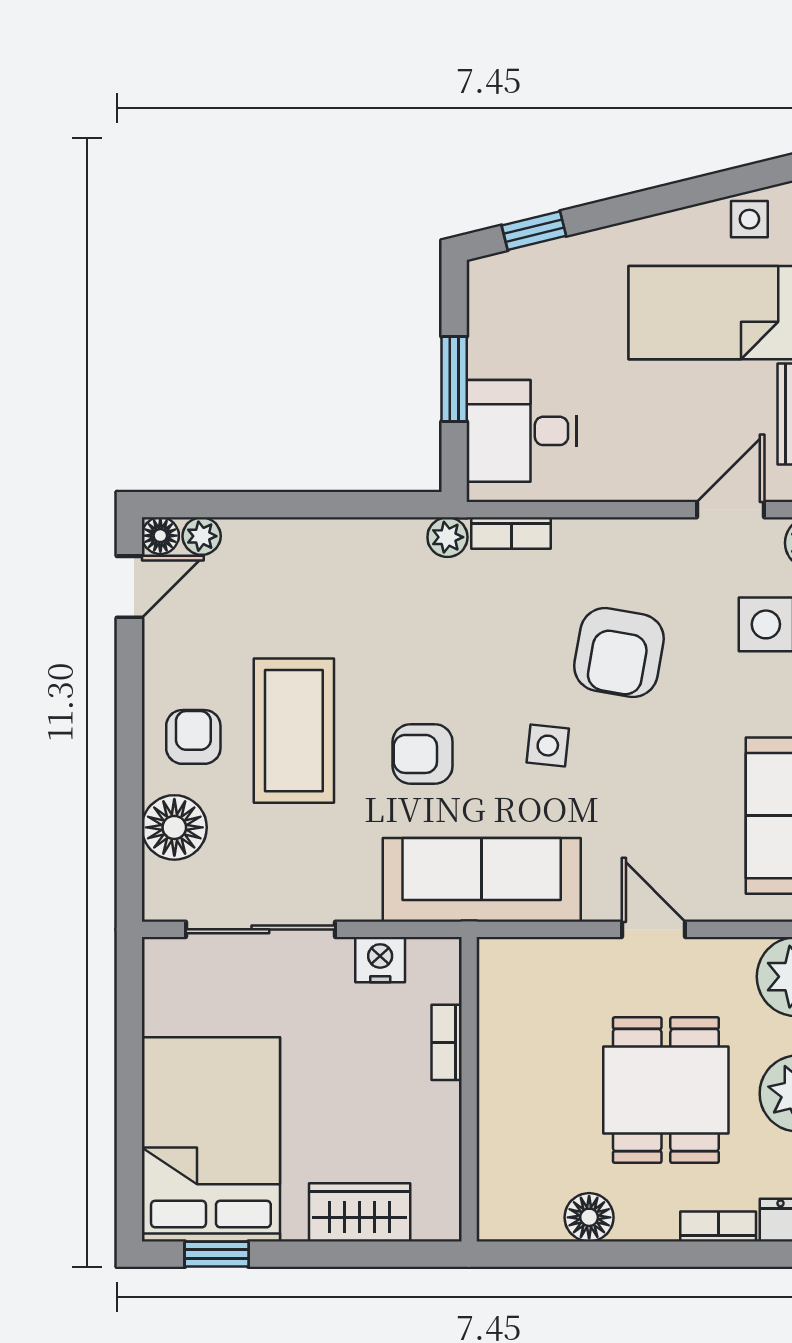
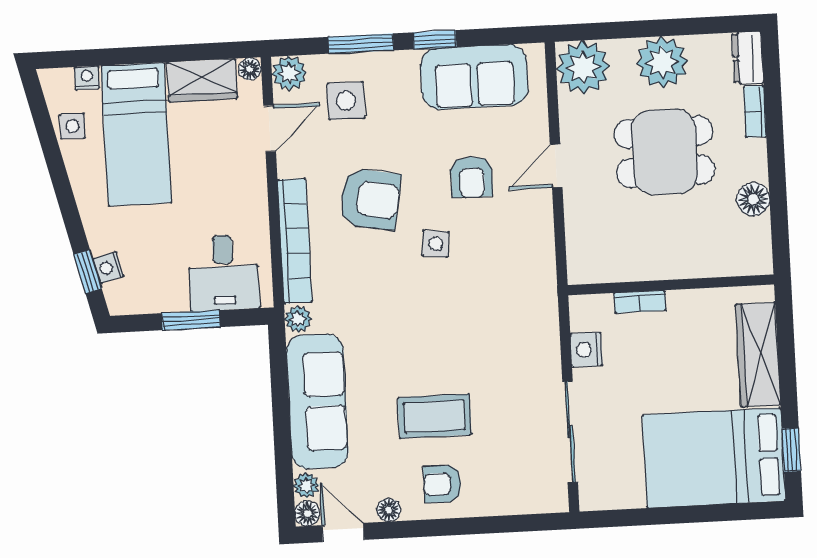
nightstand: (538, 261) -> (108, 268), added
door: (730, 510) -> (270, 129), swing flipped
bookcase: (511, 533) -> (295, 241), width x2.31, depth x1.31
coffee table: (294, 731) -> (435, 416), width x0.73, depth x0.76
armchair: (423, 754) -> (472, 177), moved
floor lamp: (174, 827) -> (389, 510), moved, width x0.53, depth x0.53
sofa: (482, 880) -> (317, 401), moved, turned 180
wardrobe: (360, 1212) -> (758, 355), width x1.50

